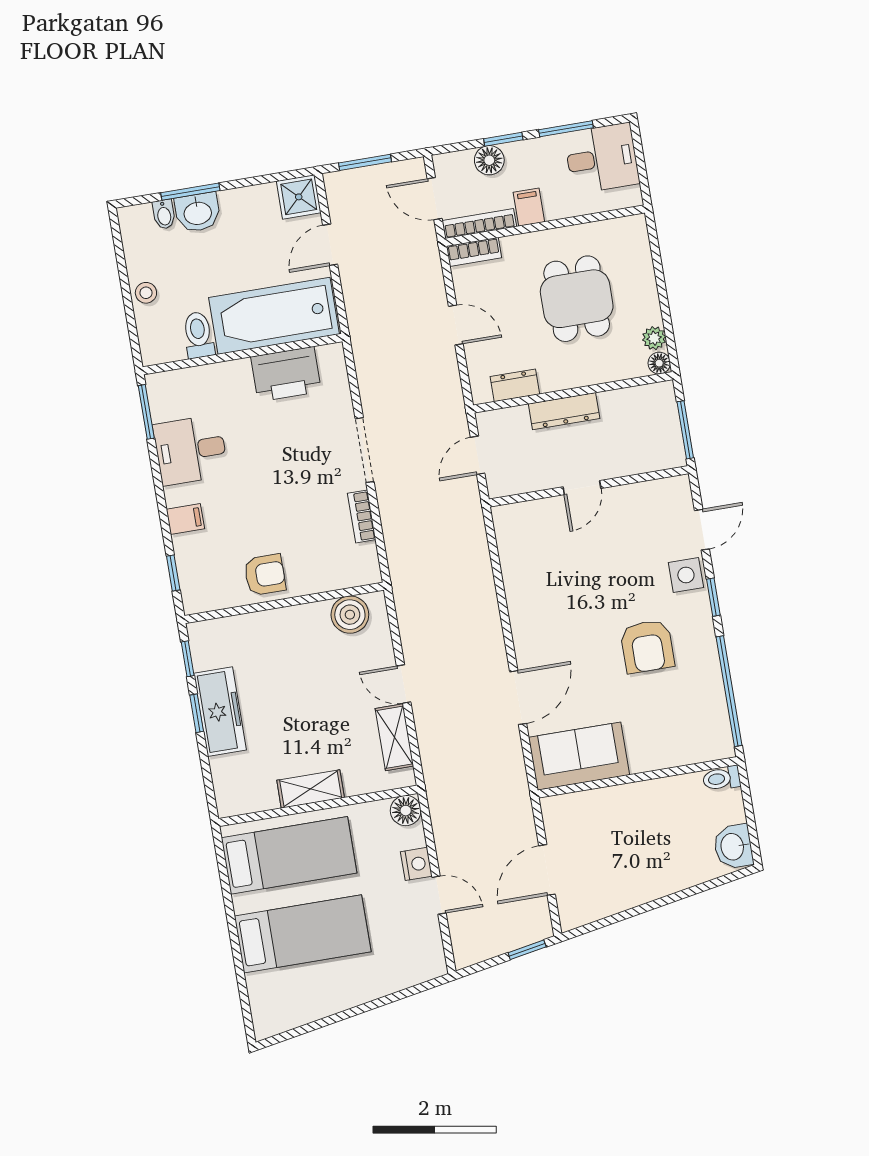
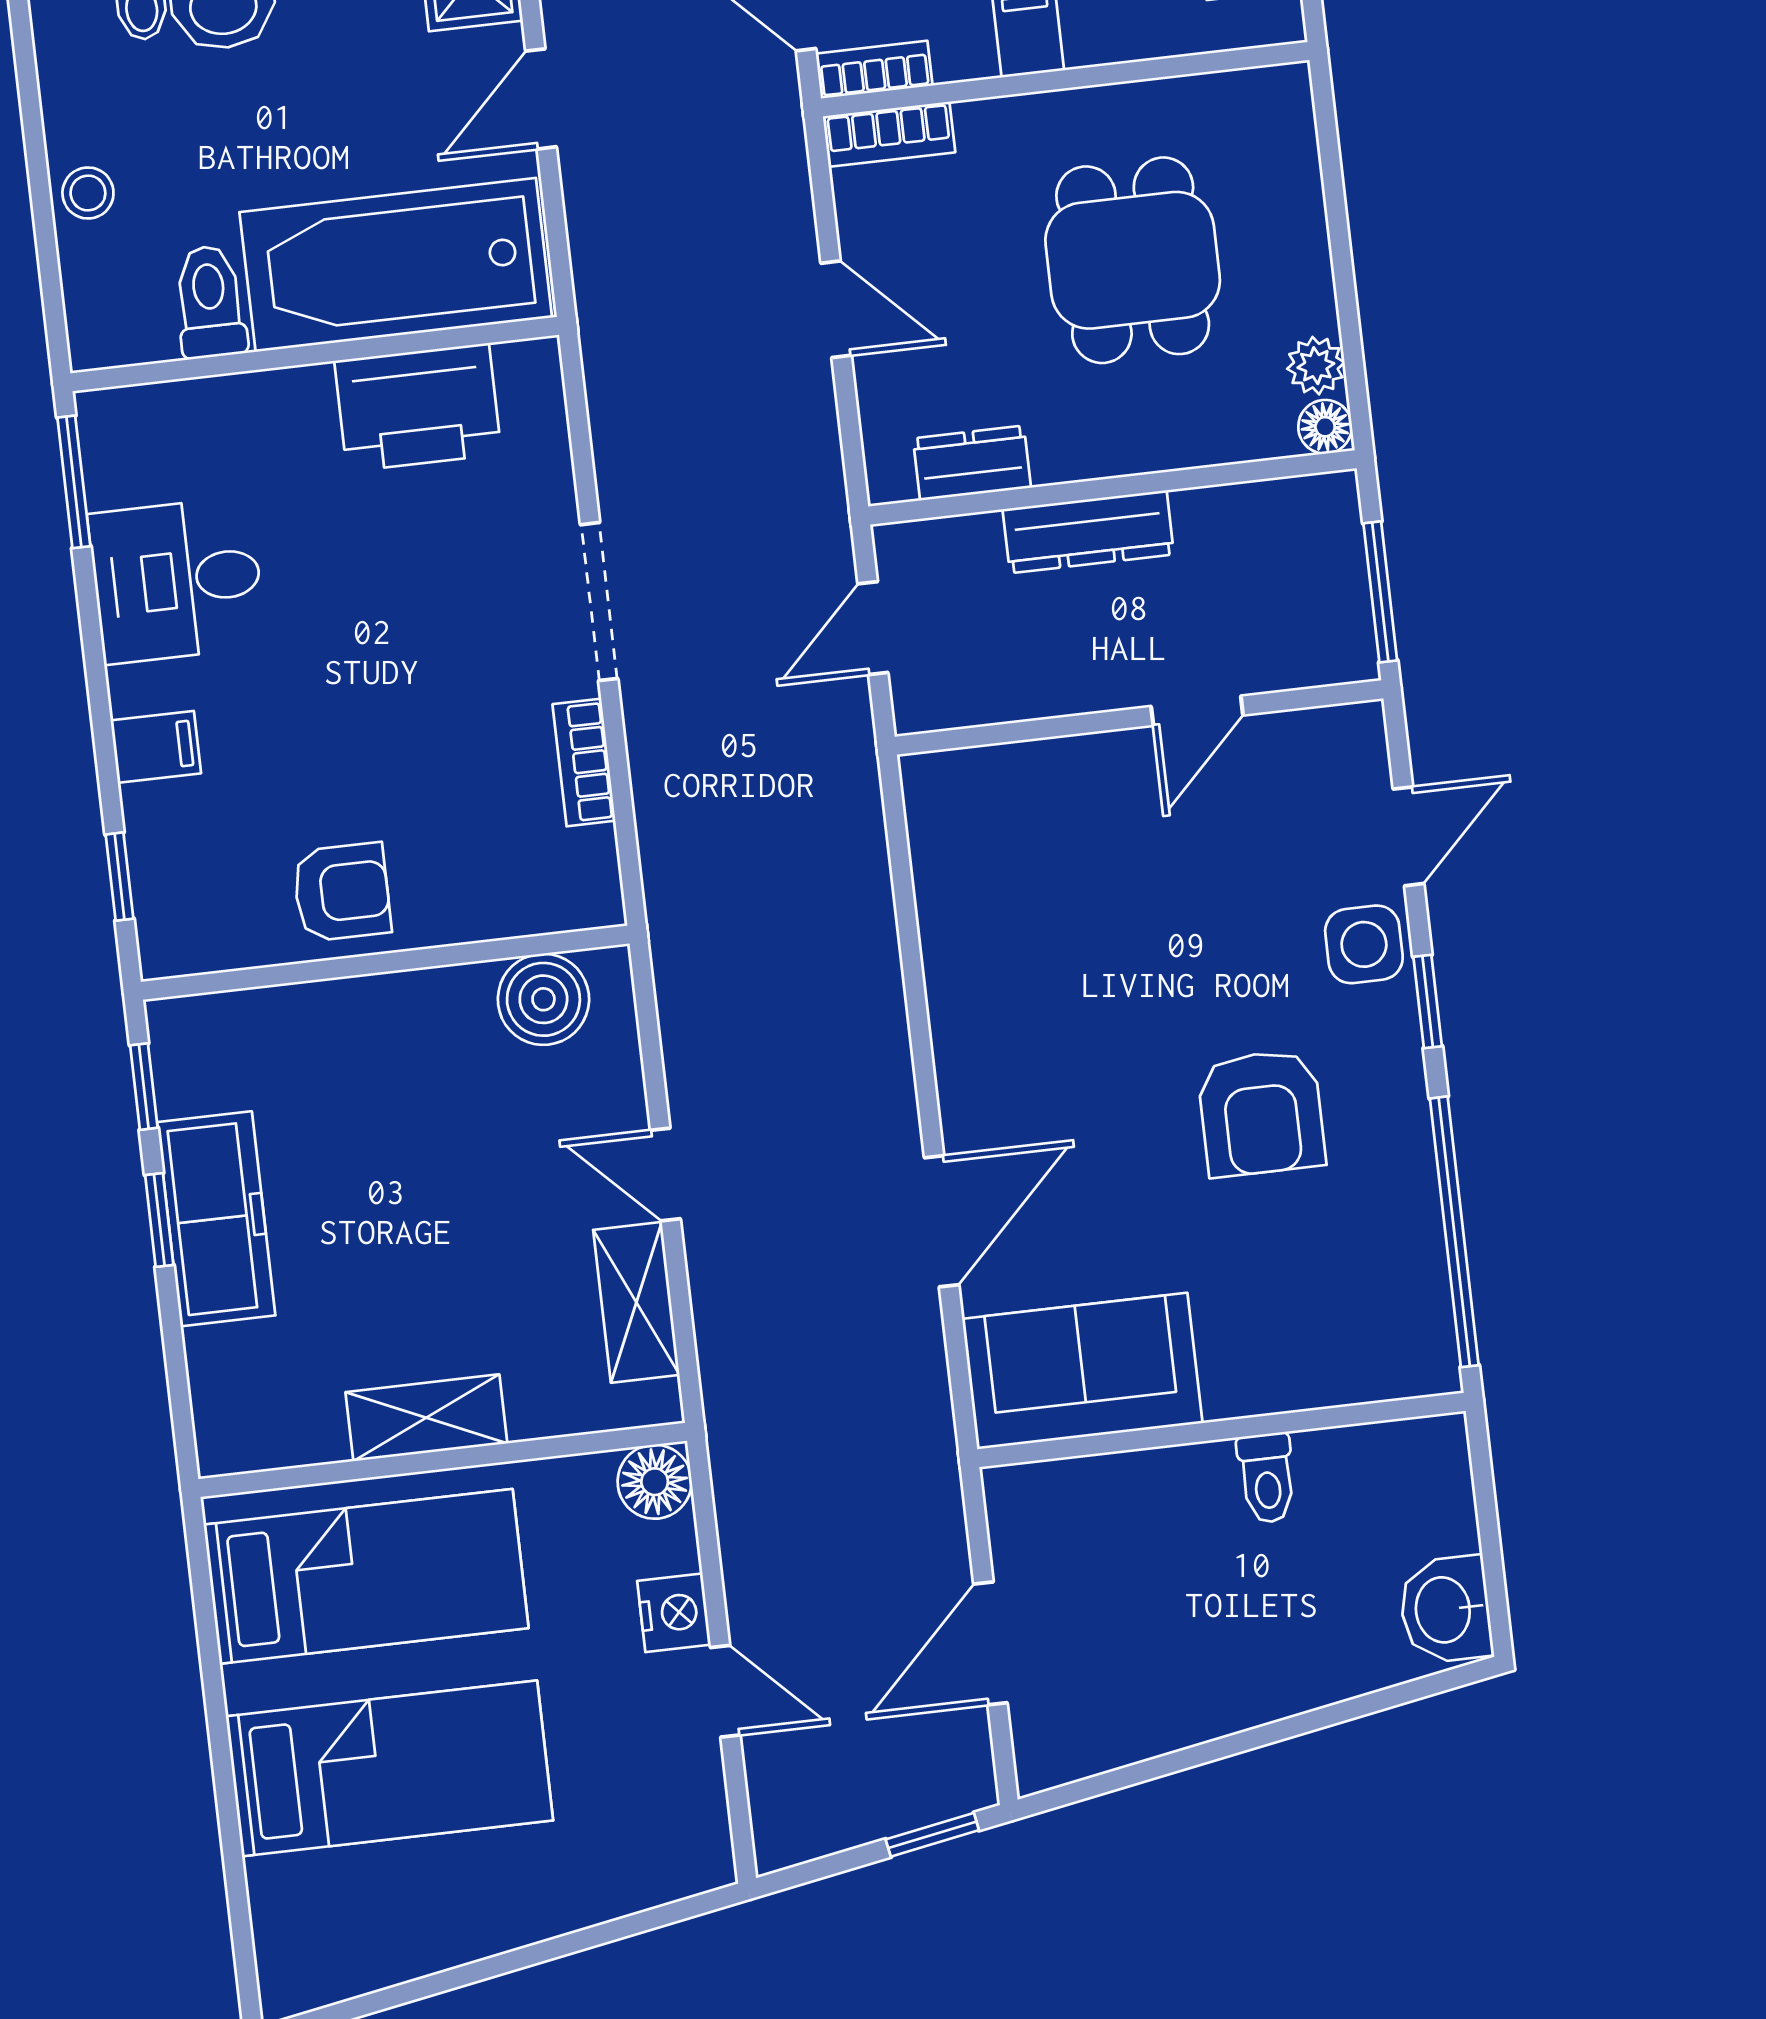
bookcase: (479, 224) -> (874, 70), width x0.64
door: (582, 488) -> (1197, 711), moved
toilet: (722, 778) -> (1267, 1478), moved, turned -90

